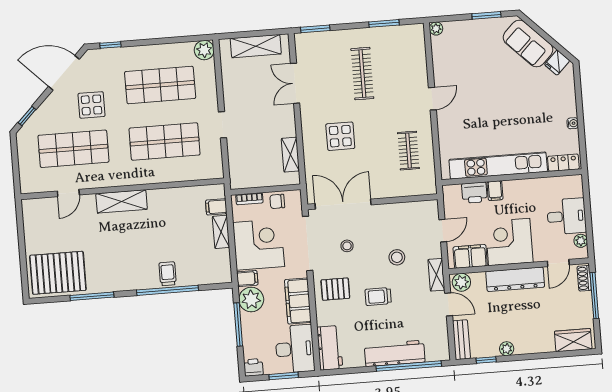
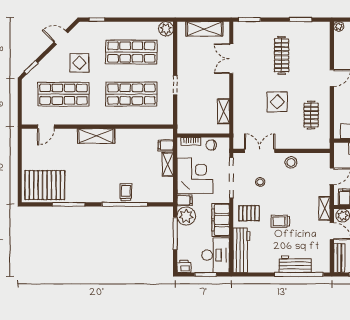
door: (64, 73) -> (61, 37), width x0.53
display table: (340, 136) -> (277, 102), moved
door: (68, 193) -> (46, 127), moved
double door: (343, 204) -> (260, 151), width x0.73
stool: (397, 257) -> (291, 162), moved
workbench: (330, 348) -> (242, 250), width x1.38
workbench: (395, 353) -> (295, 264), width x0.73

